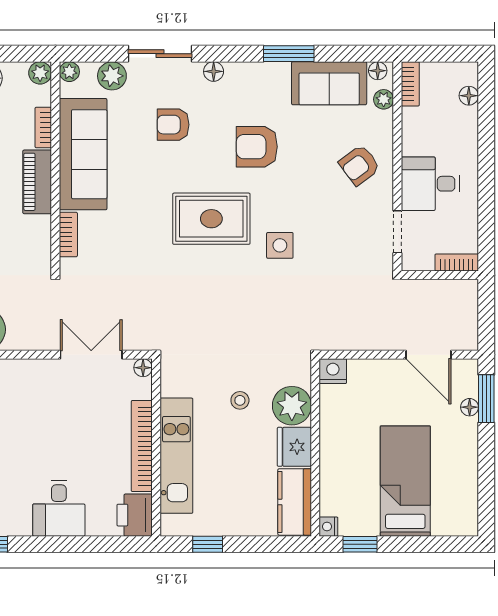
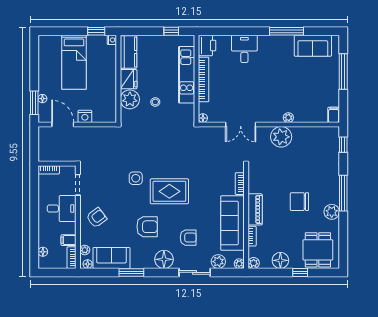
floor lamp: (214, 71) -> (164, 259), width x1.89, depth x1.89
filing cabinet: (416, 119) -> (69, 240), added
double door: (91, 355) -> (241, 124), moved
nightstand: (333, 371) -> (85, 116), moved

